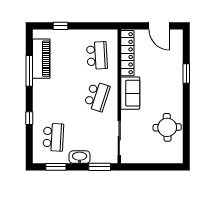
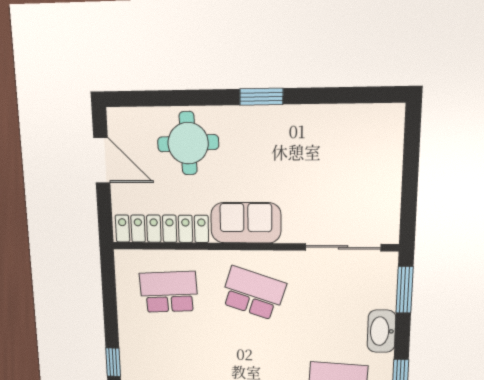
door: (159, 26) -> (102, 160), hinge flipped
window: (186, 73) -> (261, 97), moved
round table: (167, 127) -> (188, 143), moved

